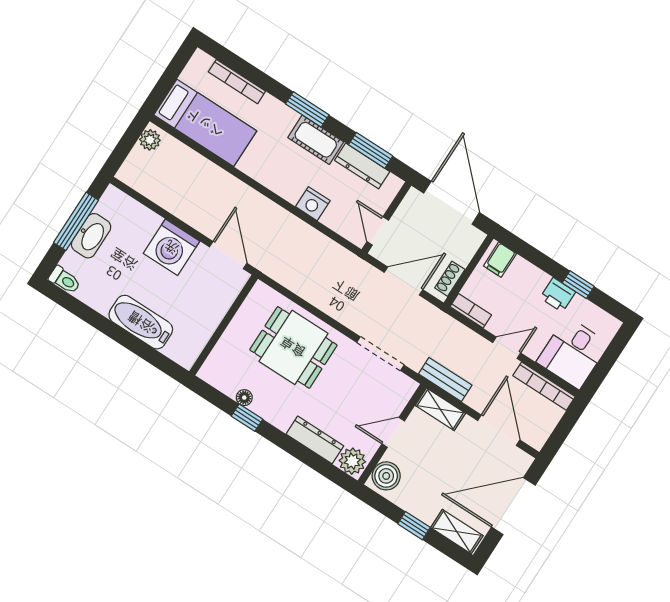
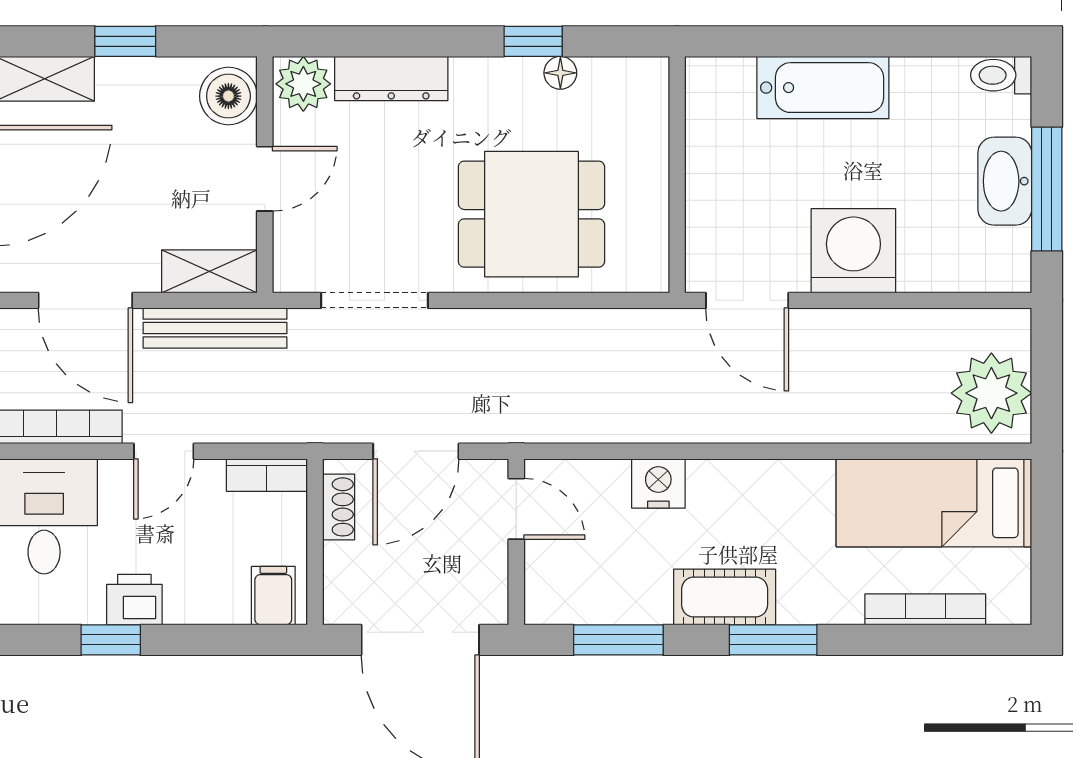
plant: (150, 140) -> (991, 393), width x1.88, depth x1.88
dresser: (362, 166) -> (615, 604), removed
bench: (445, 380) -> (215, 328), width x1.36

